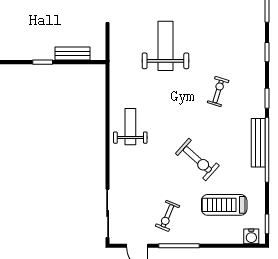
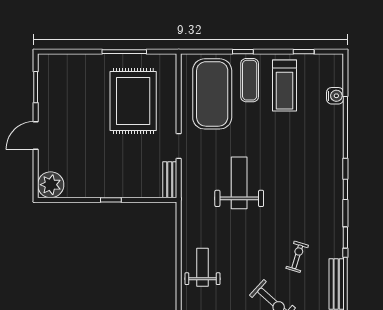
bench: (73, 54) -> (170, 180), moved, turned 90
exercise bike: (218, 91) -> (297, 257), moved

